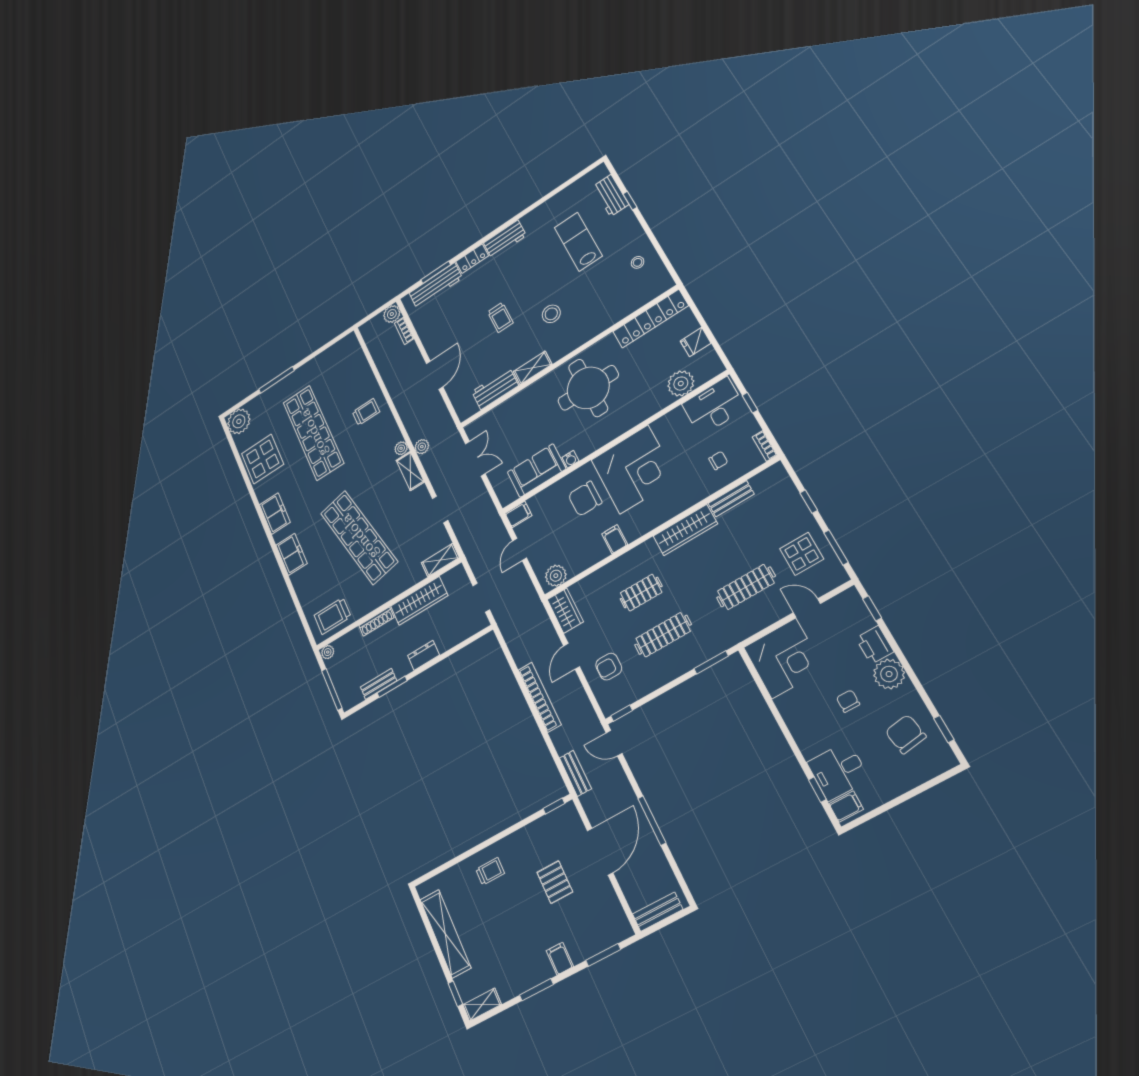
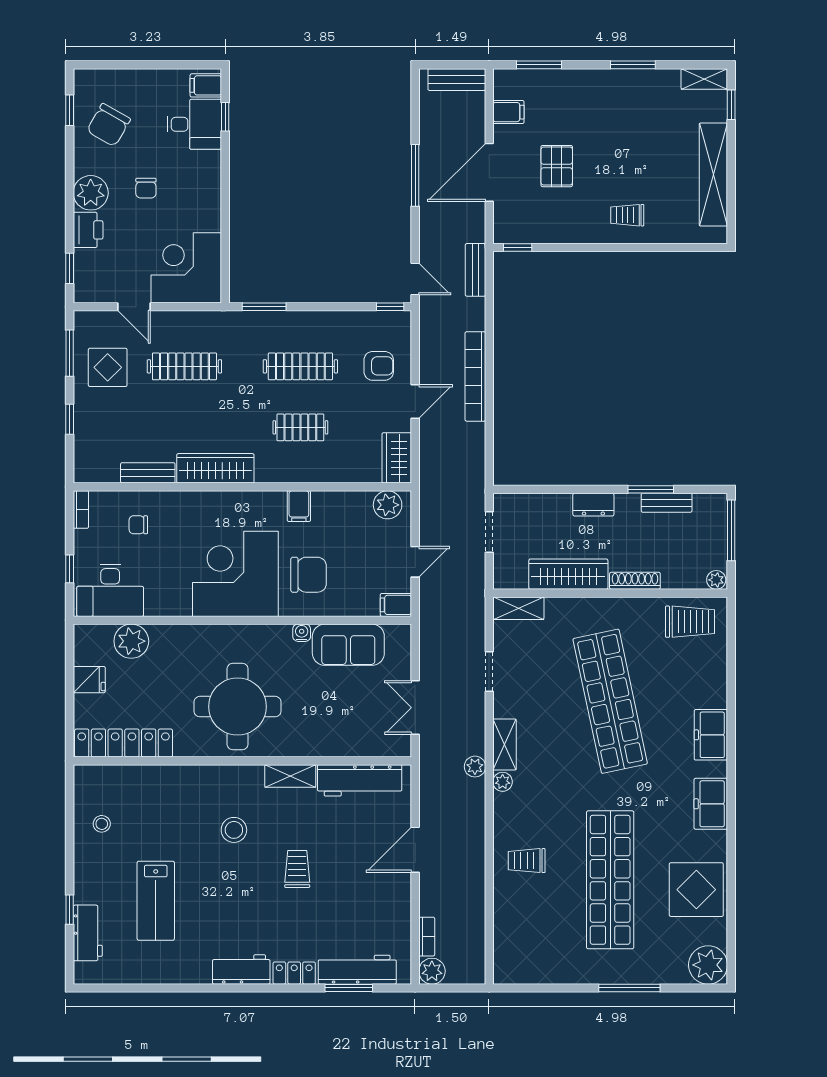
workbench: (495, 389) -> (360, 780), width x1.38
chair: (906, 734) -> (109, 125), turned 39
filing cabinet: (560, 959) -> (508, 112), moved, turned -90

